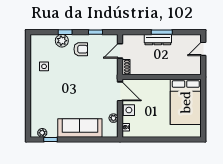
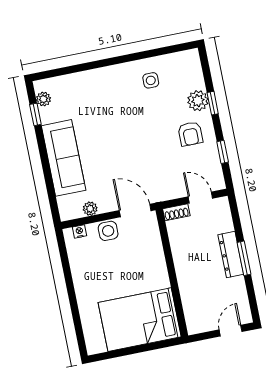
door: (203, 49) -> (231, 331), hinge flipped
door: (120, 91) -> (135, 211), swing flipped

